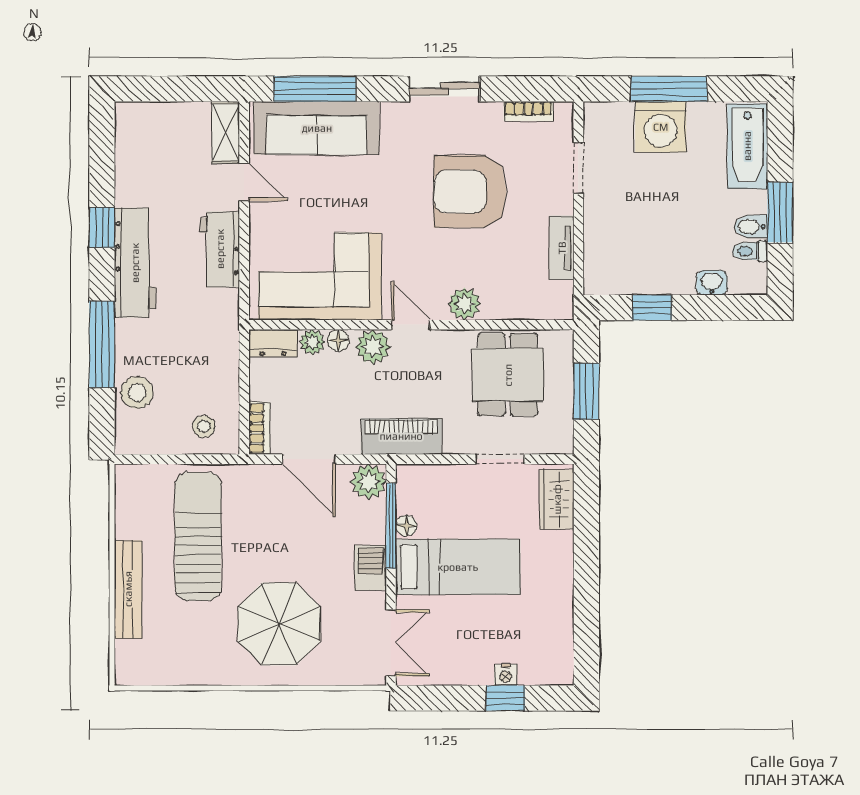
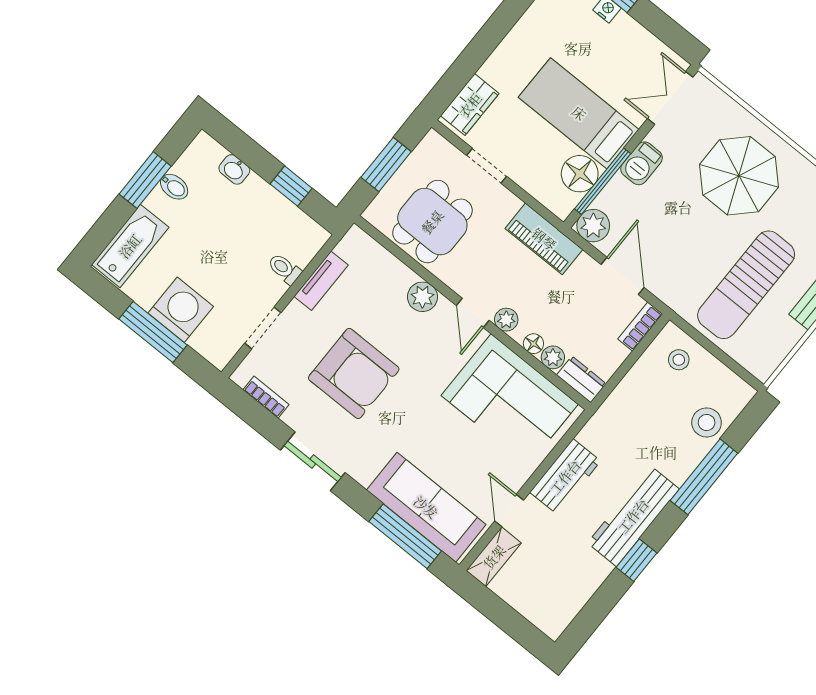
toilet: (750, 251) -> (285, 269), moved, turned 180
plant: (373, 347) -> (506, 320), width x0.73, depth x0.73
floor lamp: (406, 526) -> (580, 174), width x1.89, depth x1.89

